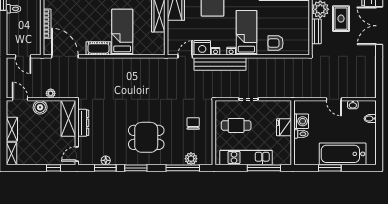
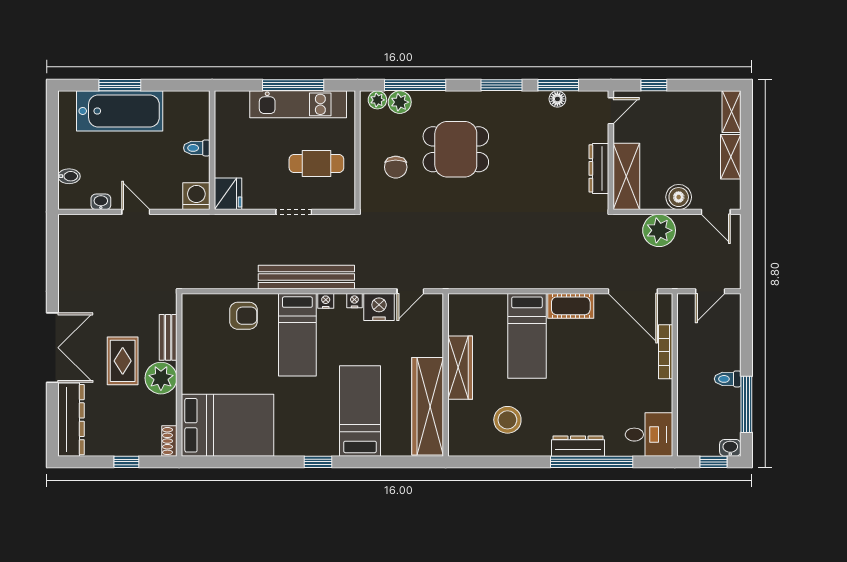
door: (23, 56) -> (710, 291), swing flipped
bench: (220, 64) -> (306, 277), moved
plant: (51, 93) -> (659, 230), width x1.87, depth x1.87
washing machine: (301, 121) -> (196, 196), moved, turned 90
fridge: (284, 127) -> (228, 194), moved
dining table: (146, 137) -> (456, 149), moved
plant: (203, 160) -> (377, 100), added
window: (264, 168) -> (293, 85), moved
window: (330, 168) -> (120, 85), moved

